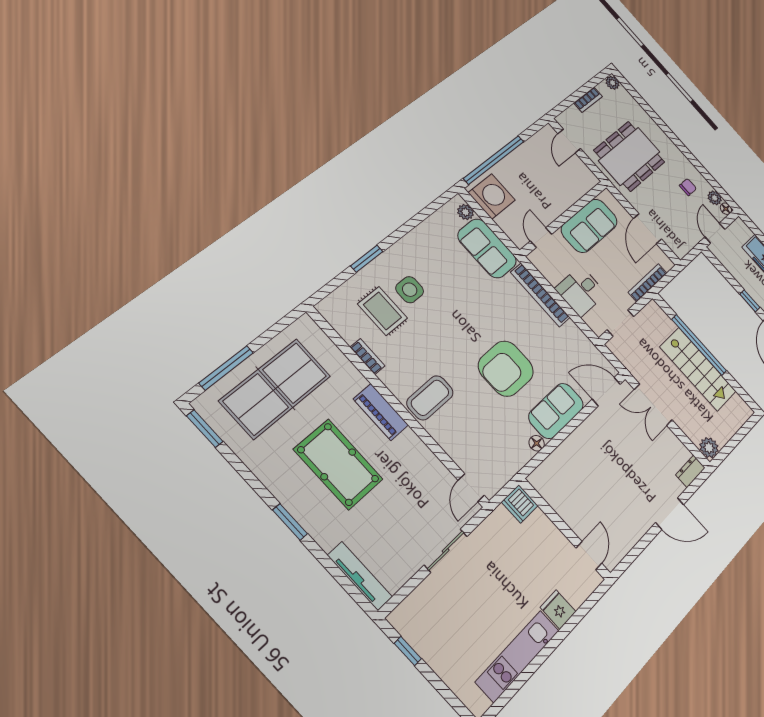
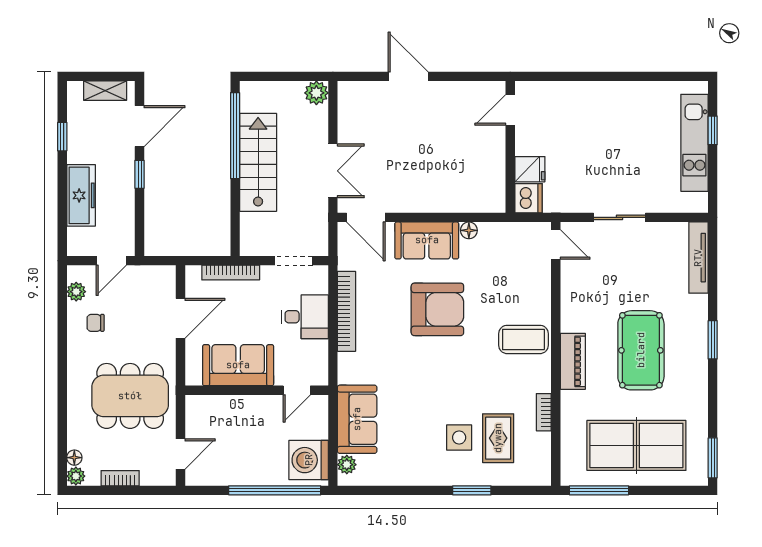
floor lamp: (726, 209) -> (74, 458), moved
bookcase: (540, 295) -> (346, 311), moved
window: (699, 345) -> (235, 136), moved
window: (226, 368) -> (599, 490), moved
dresser: (690, 471) -> (354, 91), removed
door: (471, 488) -> (556, 244), hinge flipped
fridge: (558, 609) -> (530, 169), moved, turned -90
window: (408, 651) -> (713, 130), moved
kitchen unit: (518, 656) -> (694, 143), moved, turned 90

